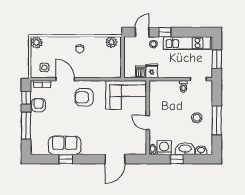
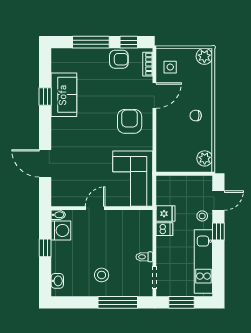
door: (142, 32) -> (218, 201), hinge flipped
dishwasher: (140, 72) -> (164, 229), moved
window: (217, 120) -> (118, 302), moved
washbasin: (185, 149) -> (59, 259), removed

